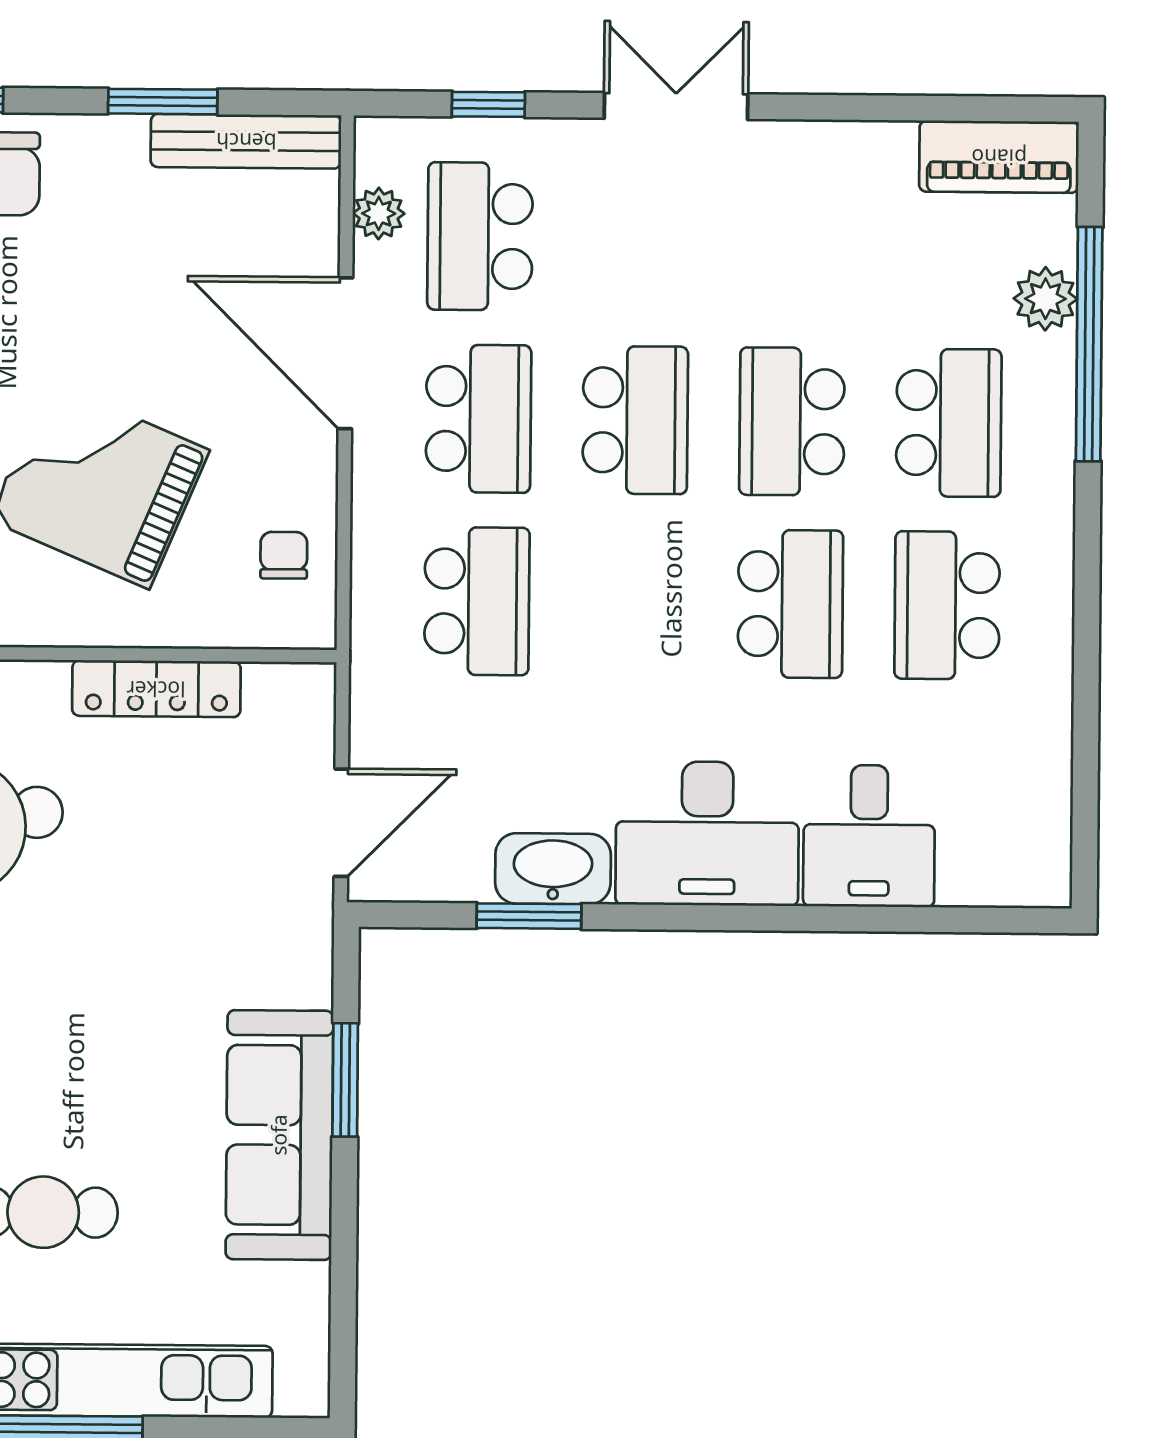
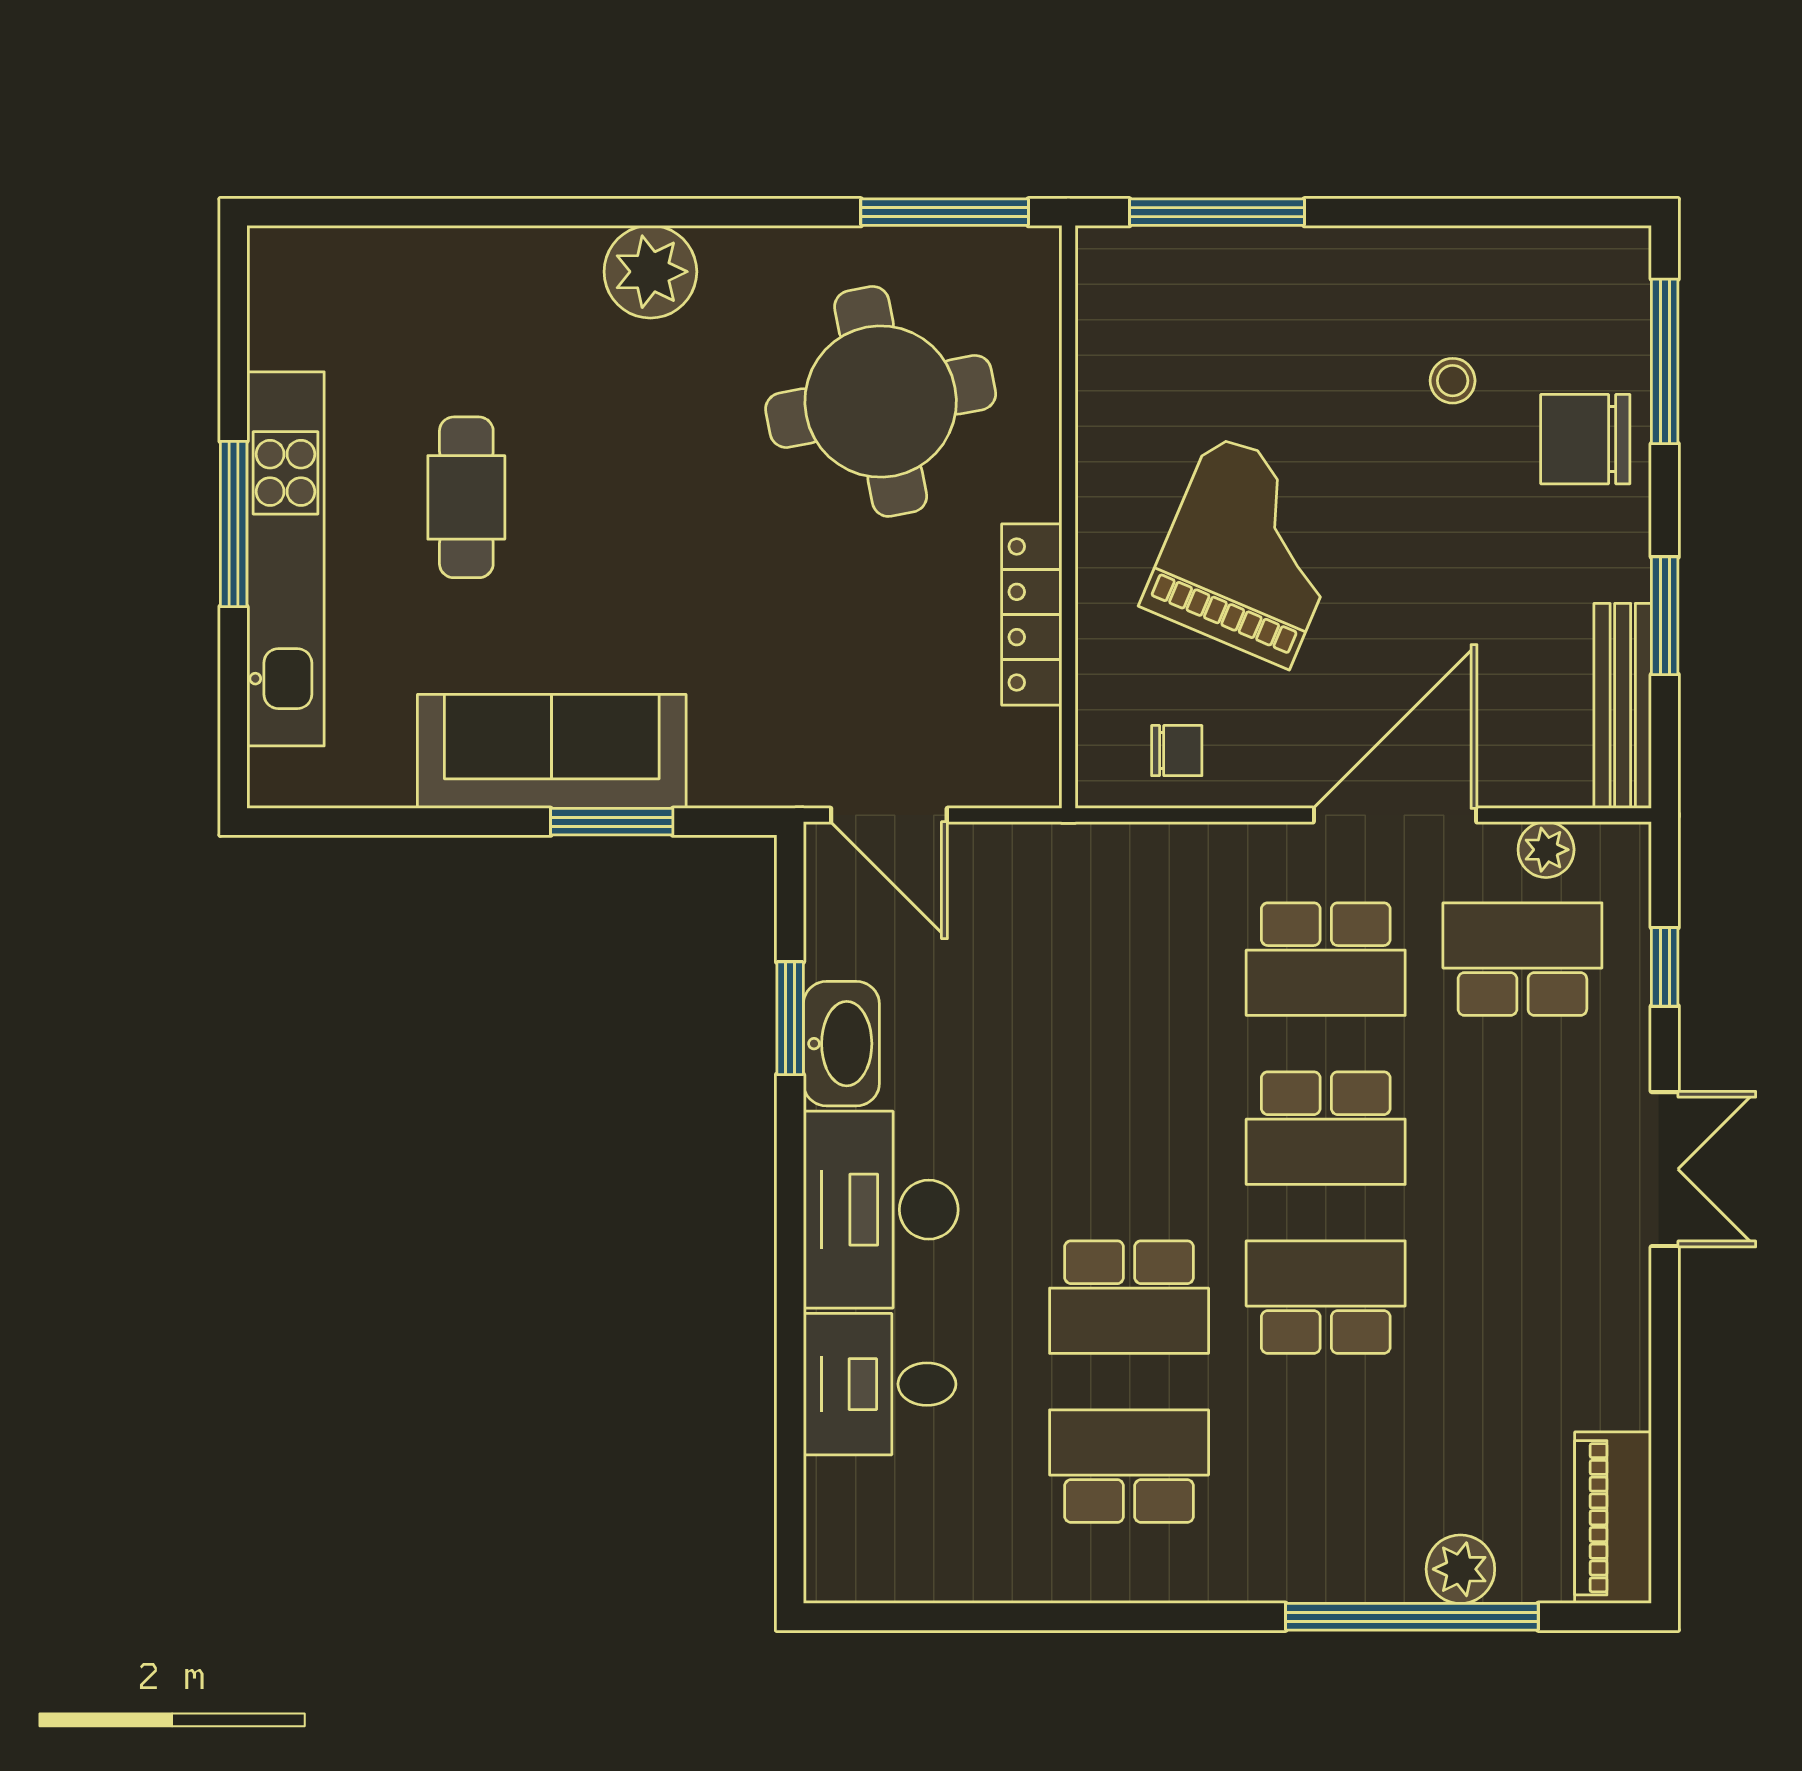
school desk: (949, 423) -> (1326, 1466), removed
school desk: (477, 601) -> (1129, 959), removed

